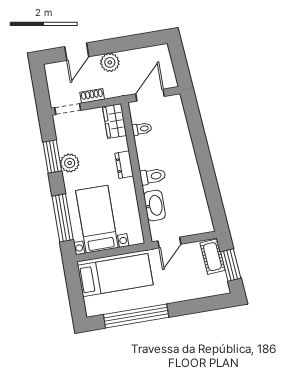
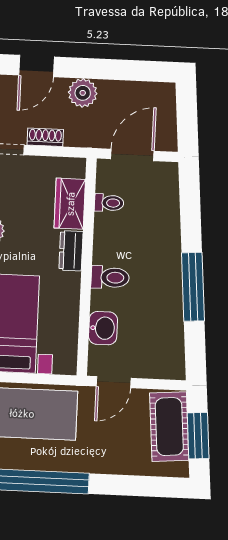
wardrobe: (115, 121) -> (70, 204), moved
window: (207, 171) -> (193, 287), added
washbasin: (154, 205) -> (103, 328), width x0.72
cot: (212, 257) -> (169, 427), width x1.37, depth x1.34

